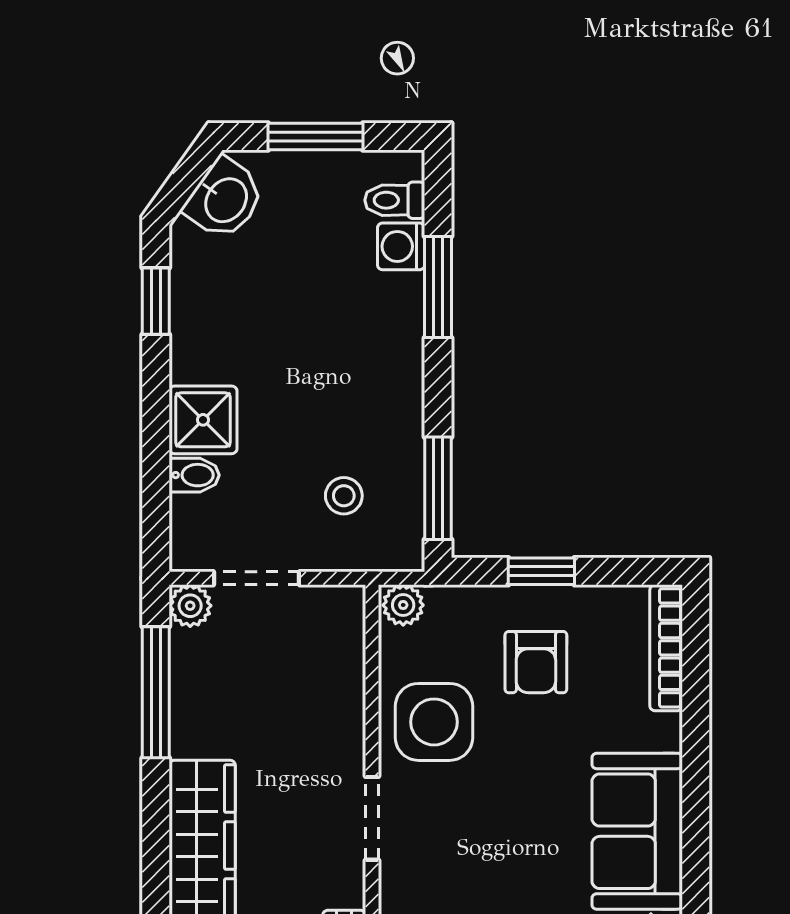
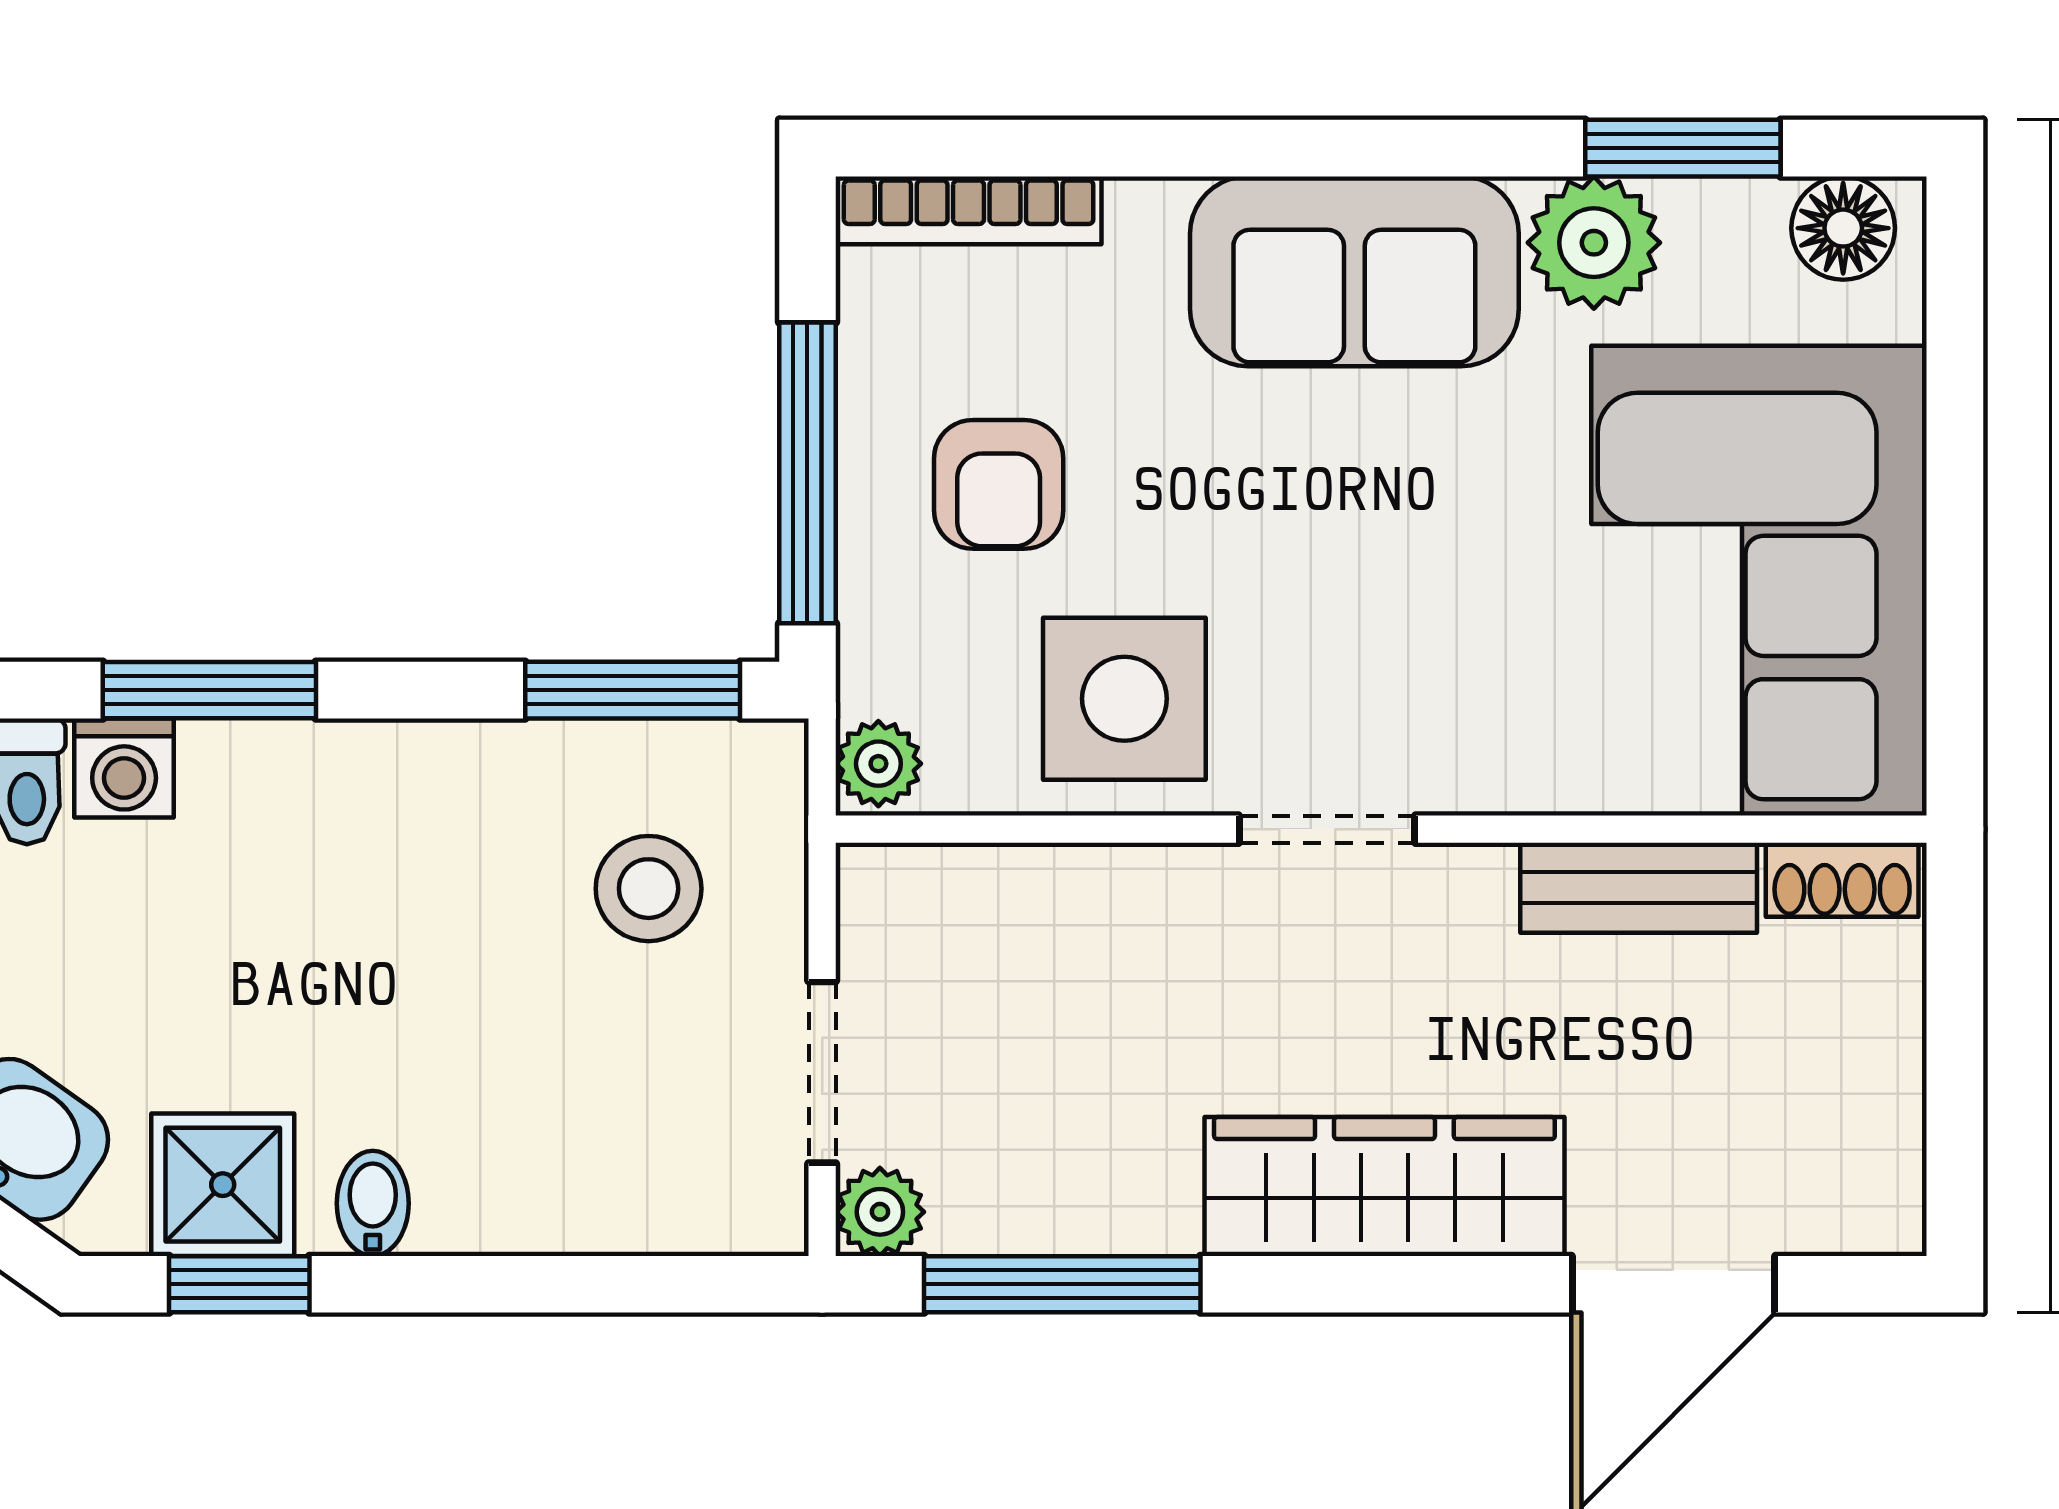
shower: (203, 420) -> (223, 1185), moved
bidet: (194, 475) -> (373, 1203), moved
stool: (344, 496) -> (649, 889), width x1.37, depth x1.37
window: (541, 571) -> (807, 473), width x2.17
armchair: (536, 662) -> (999, 484), turned 90

